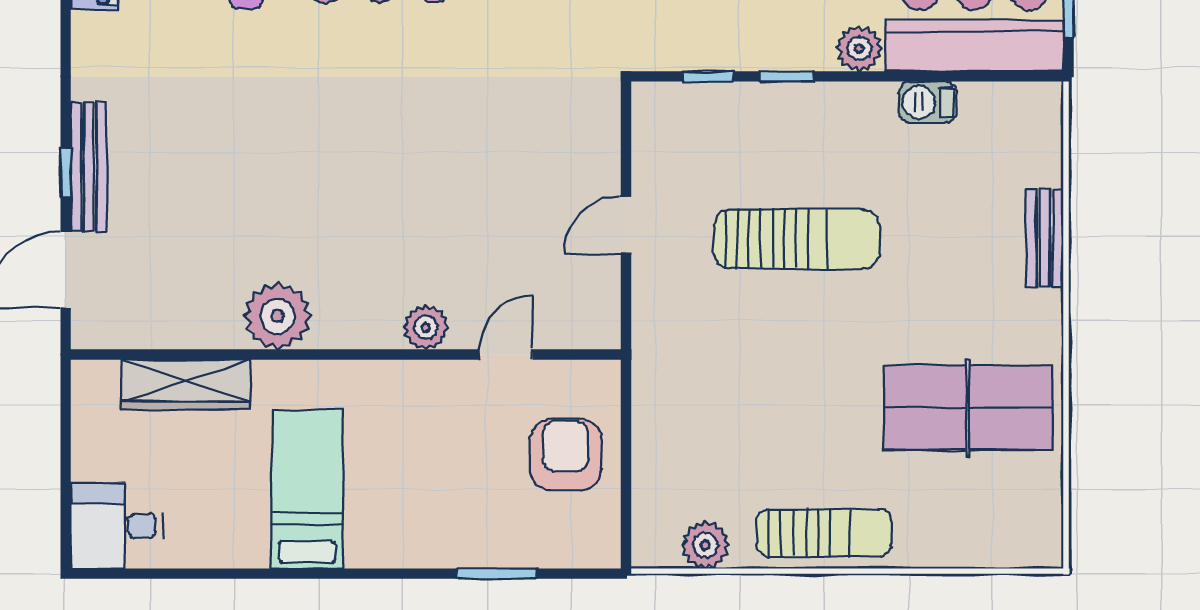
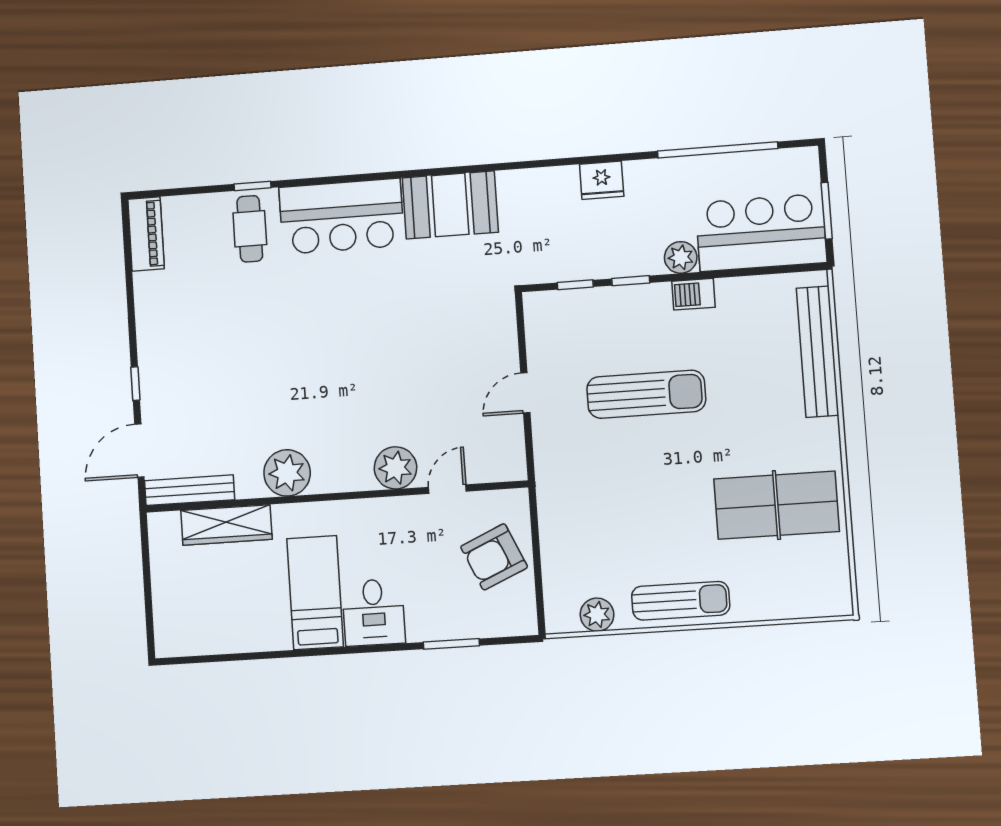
barbecue: (928, 102) -> (693, 294), moved
bench: (89, 167) -> (190, 490), moved, turned 90
bench: (1045, 238) -> (817, 352), width x1.86, depth x1.21
plant: (426, 327) -> (395, 468), width x1.36, depth x1.36
armchair: (566, 455) -> (494, 557), turned -114
desk: (117, 526) -> (374, 612), moved, turned -90

